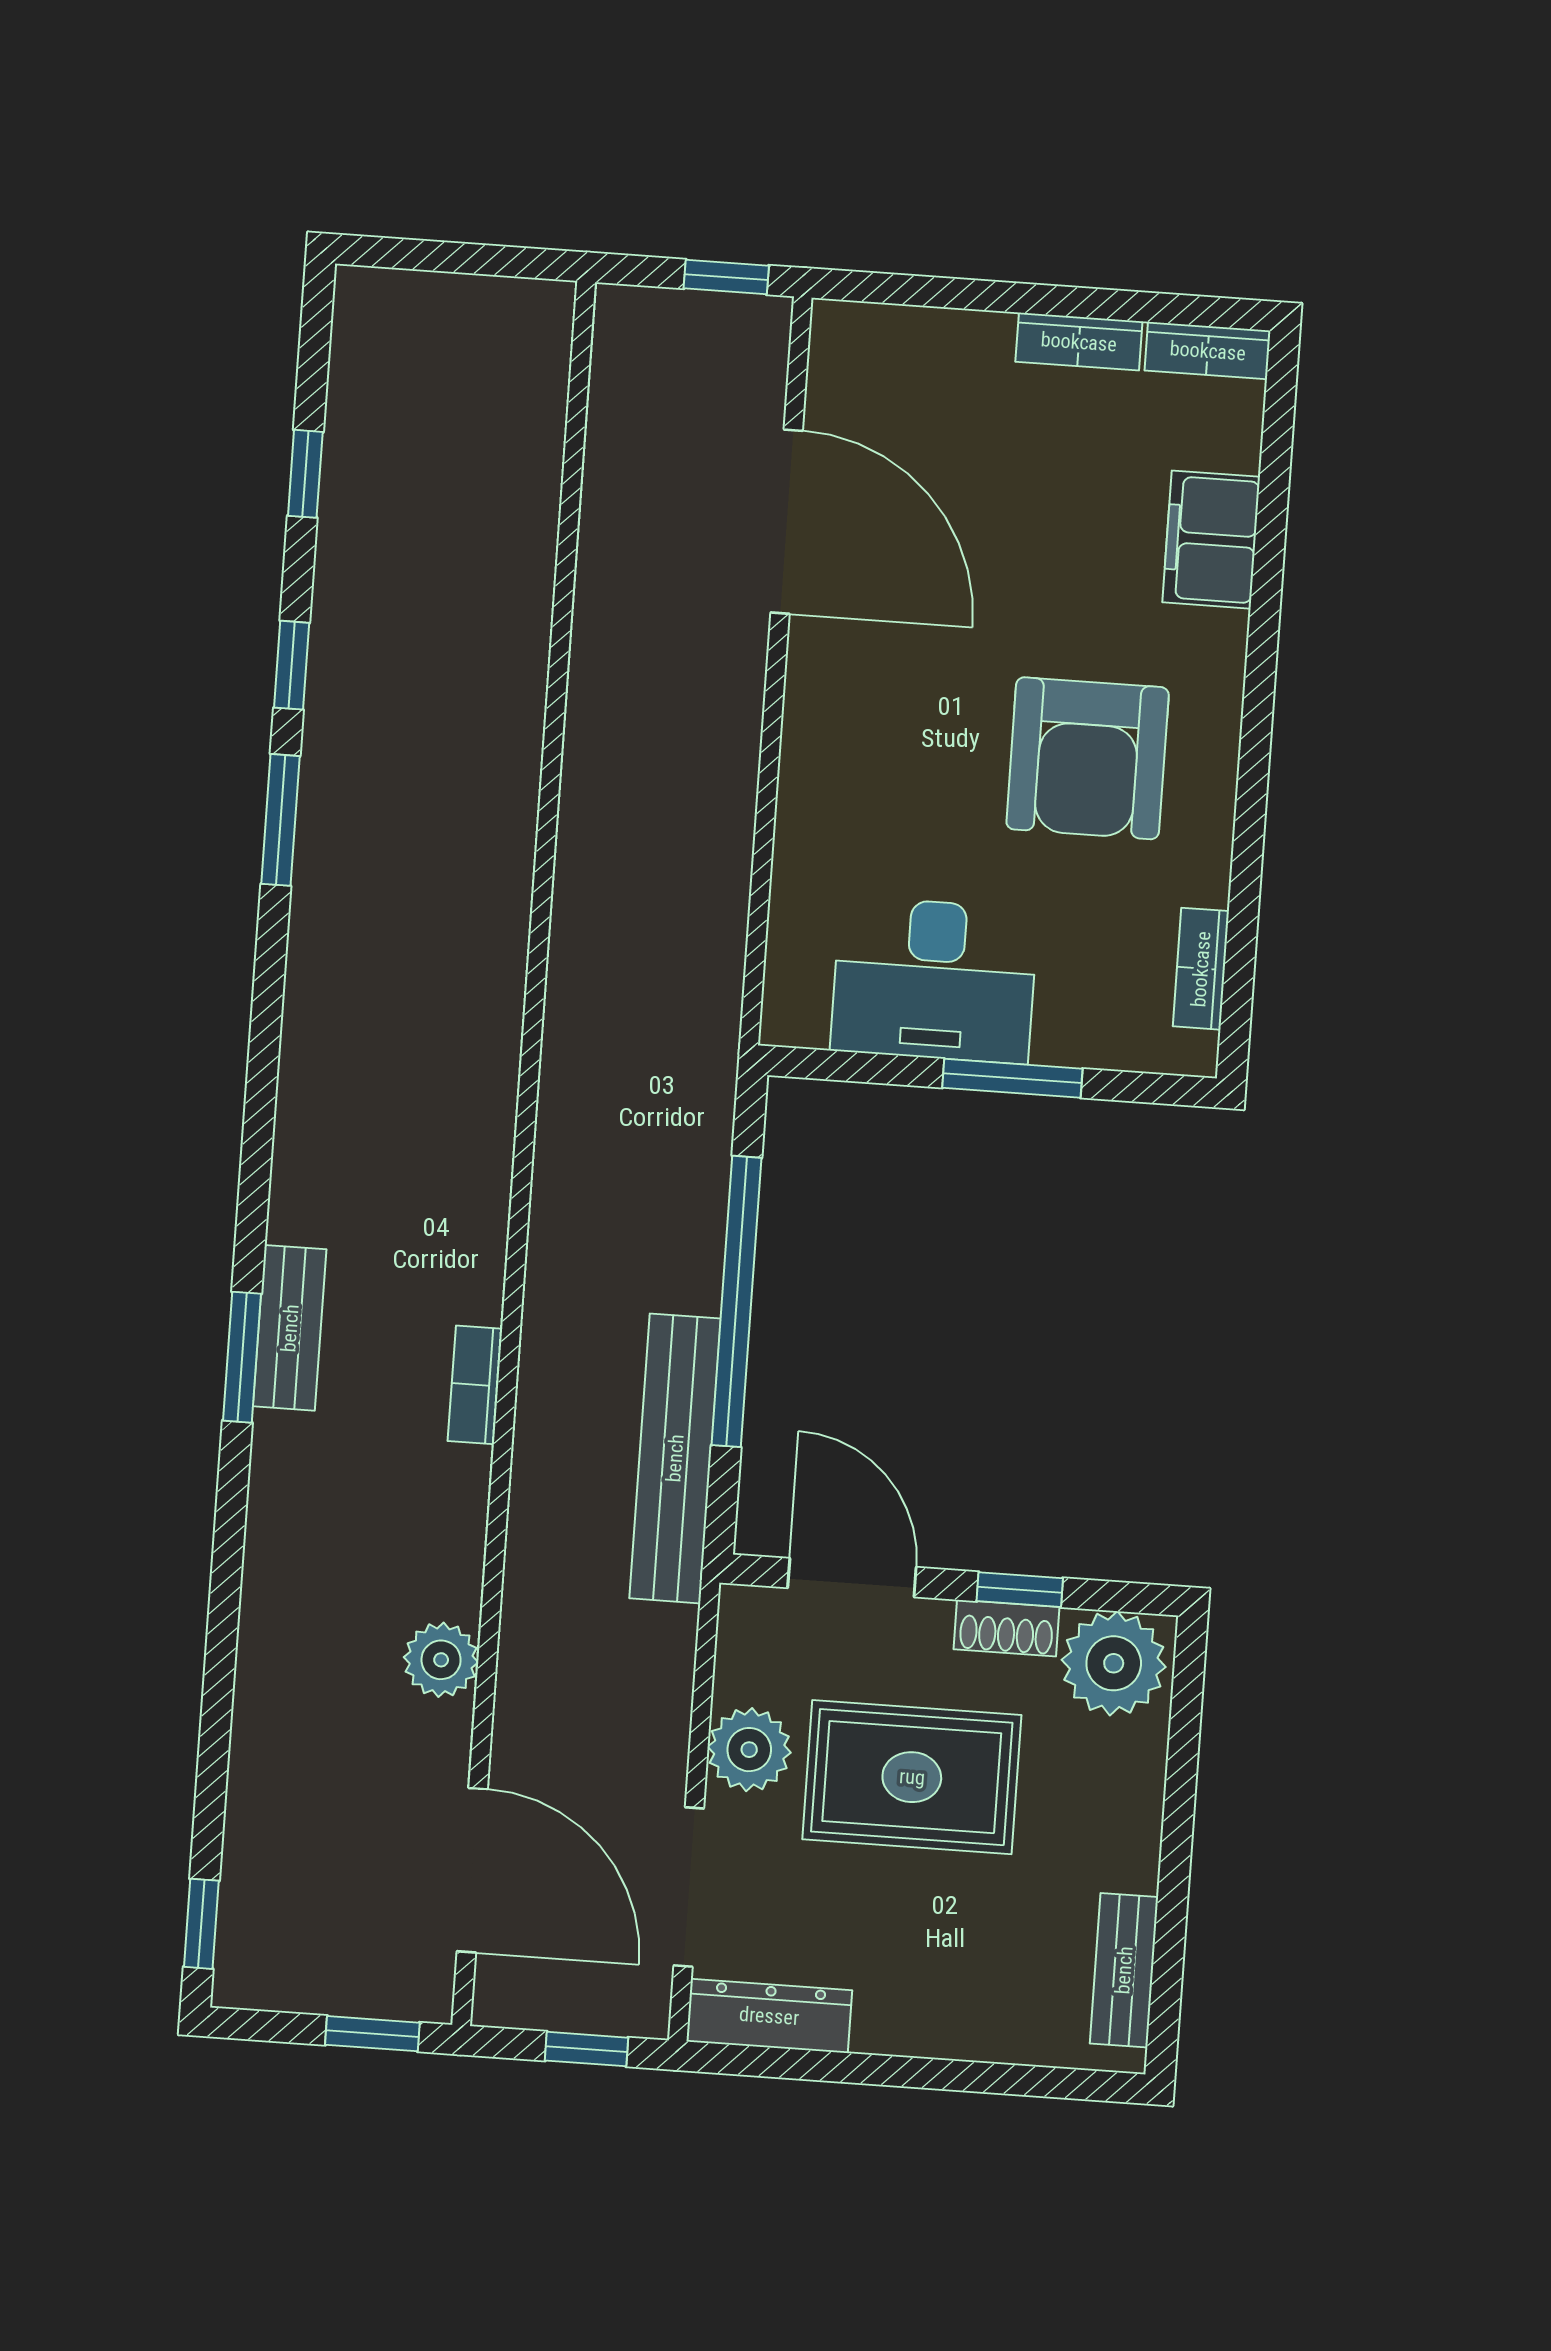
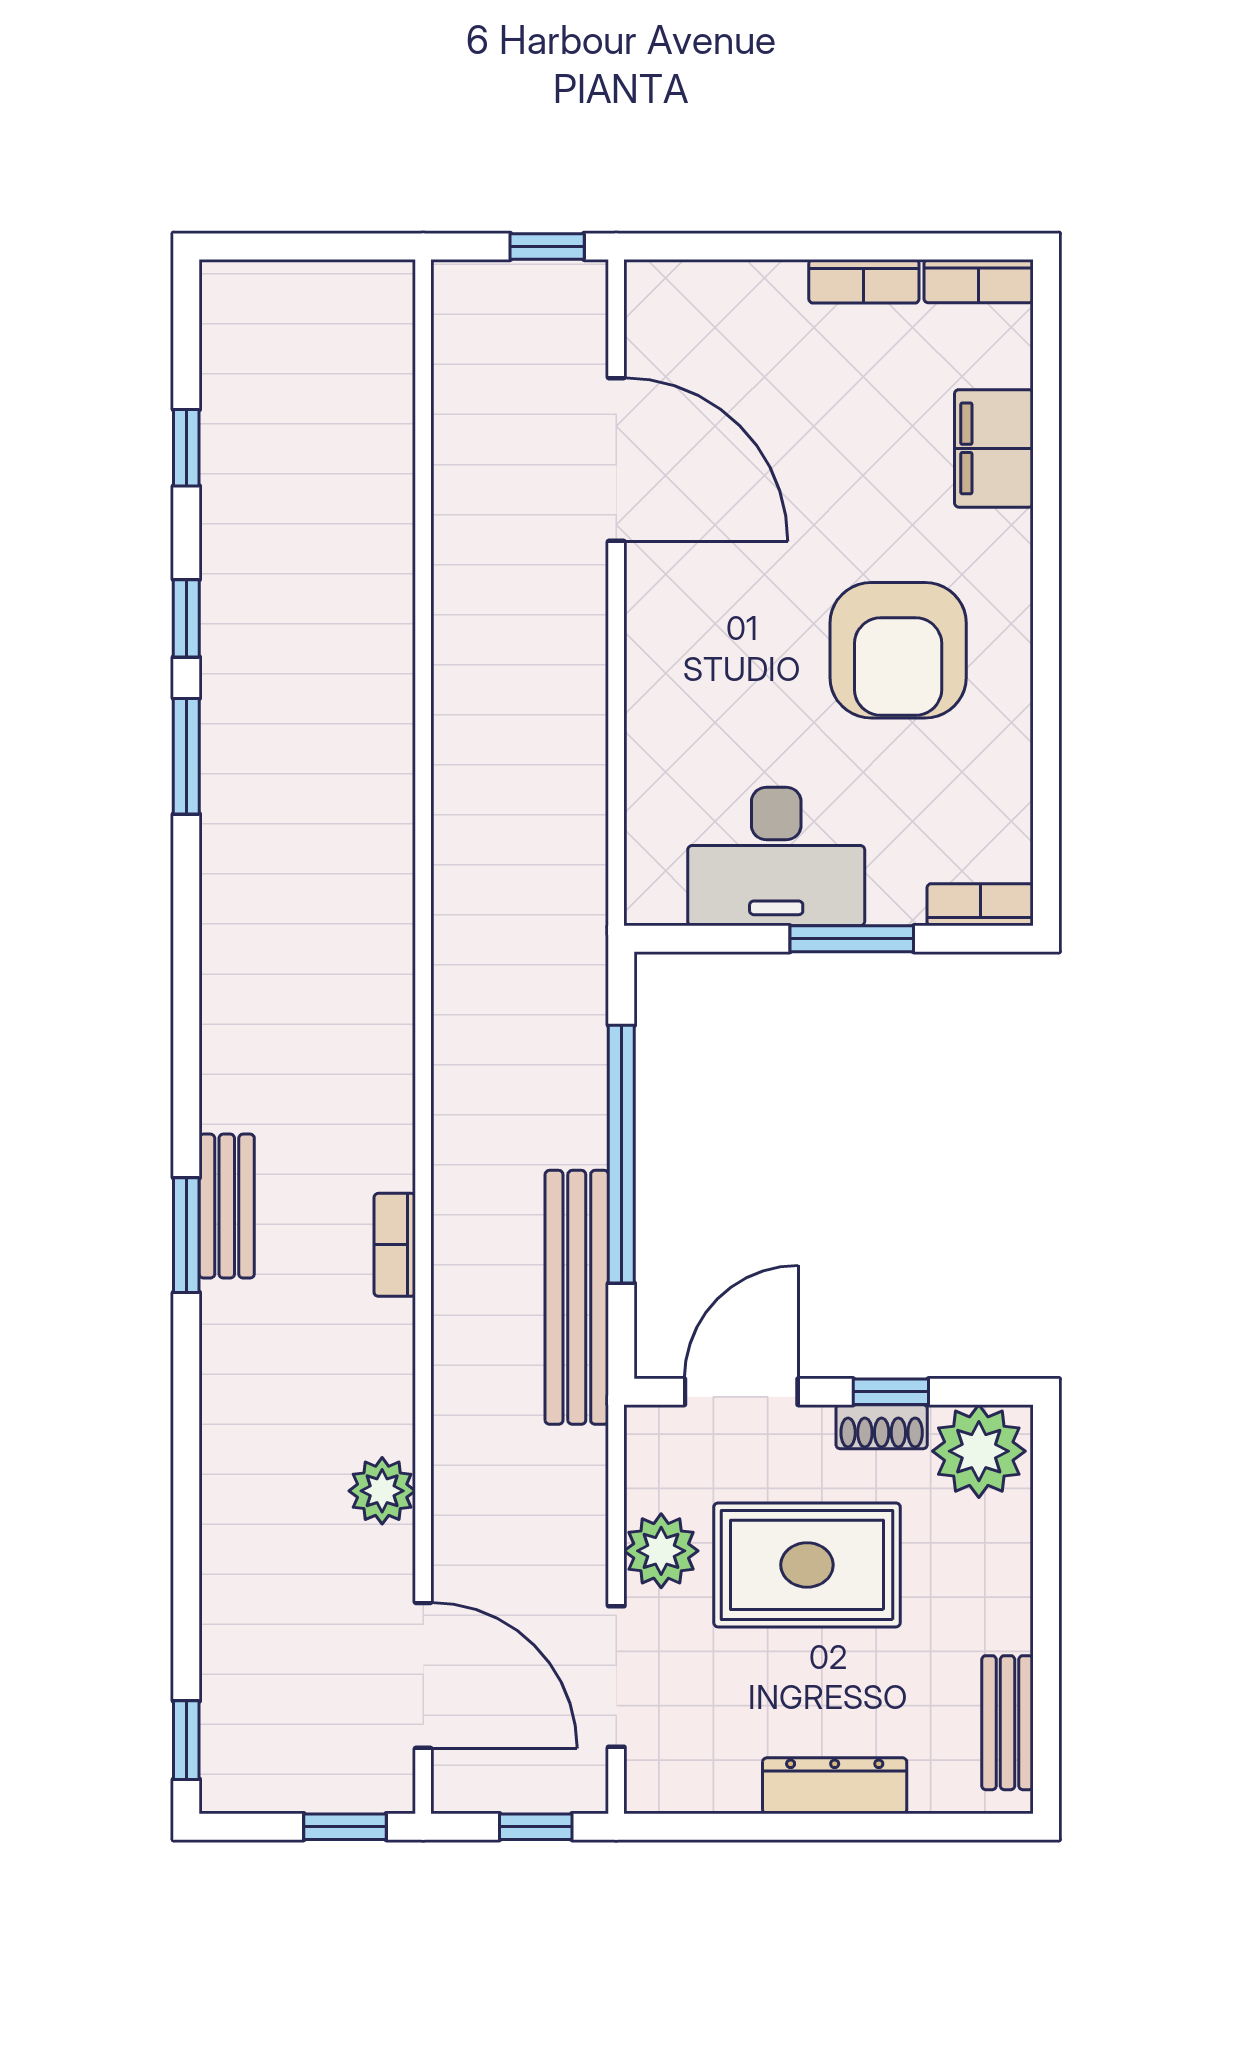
bookcase: (1201, 969) -> (980, 905), moved, turned 90
door: (852, 1578) -> (741, 1392), hinge flipped
dresser: (769, 2016) -> (835, 1786), moved

